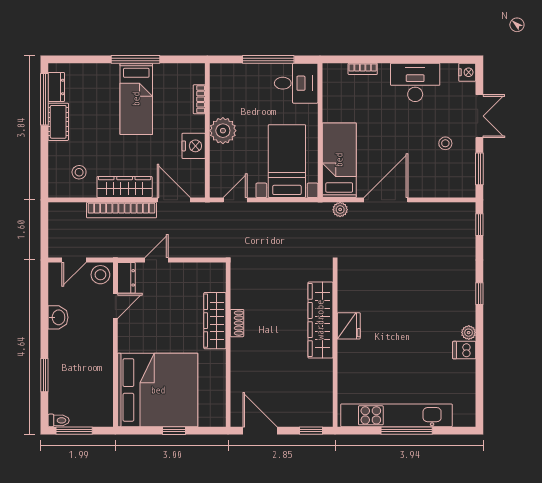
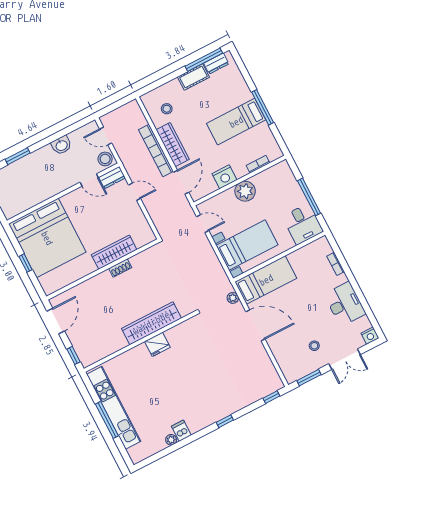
plant: (469, 333) -> (171, 440), moved

